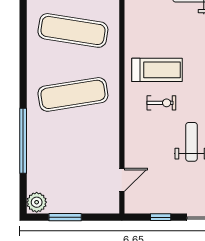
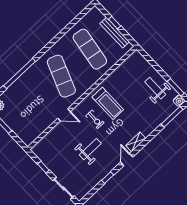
exercise mat: (73, 94) -> (61, 76), turned 30
door: (122, 180) -> (64, 115), moved

